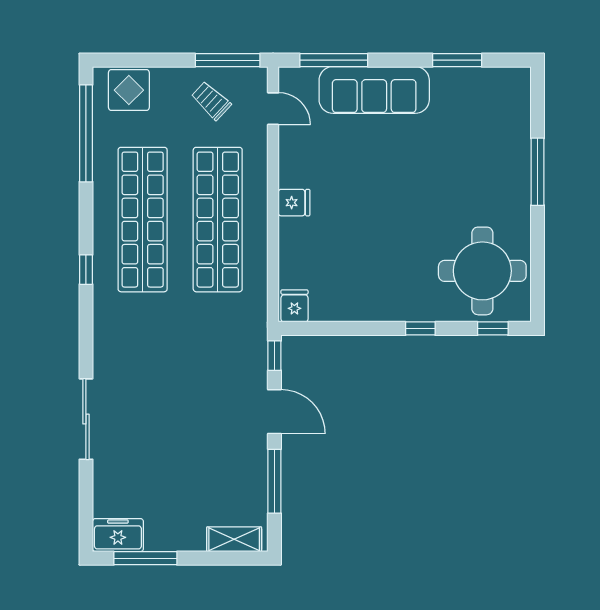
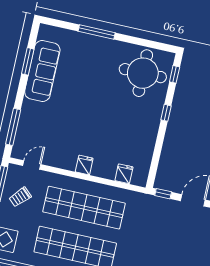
sofa: (374, 90) -> (42, 71), moved
fridge: (294, 306) -> (124, 174), moved, turned 90

